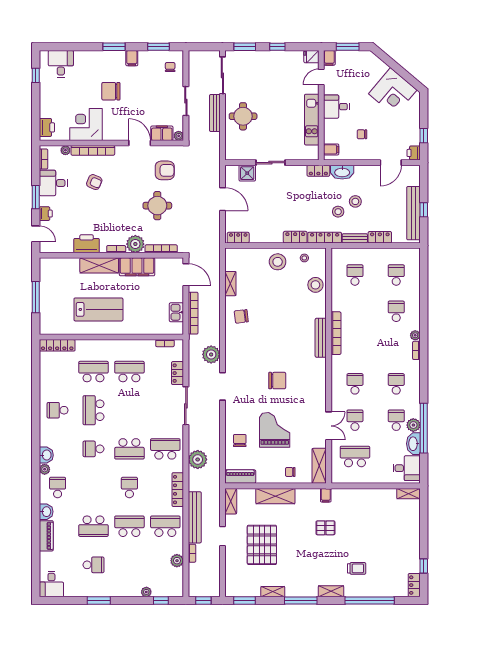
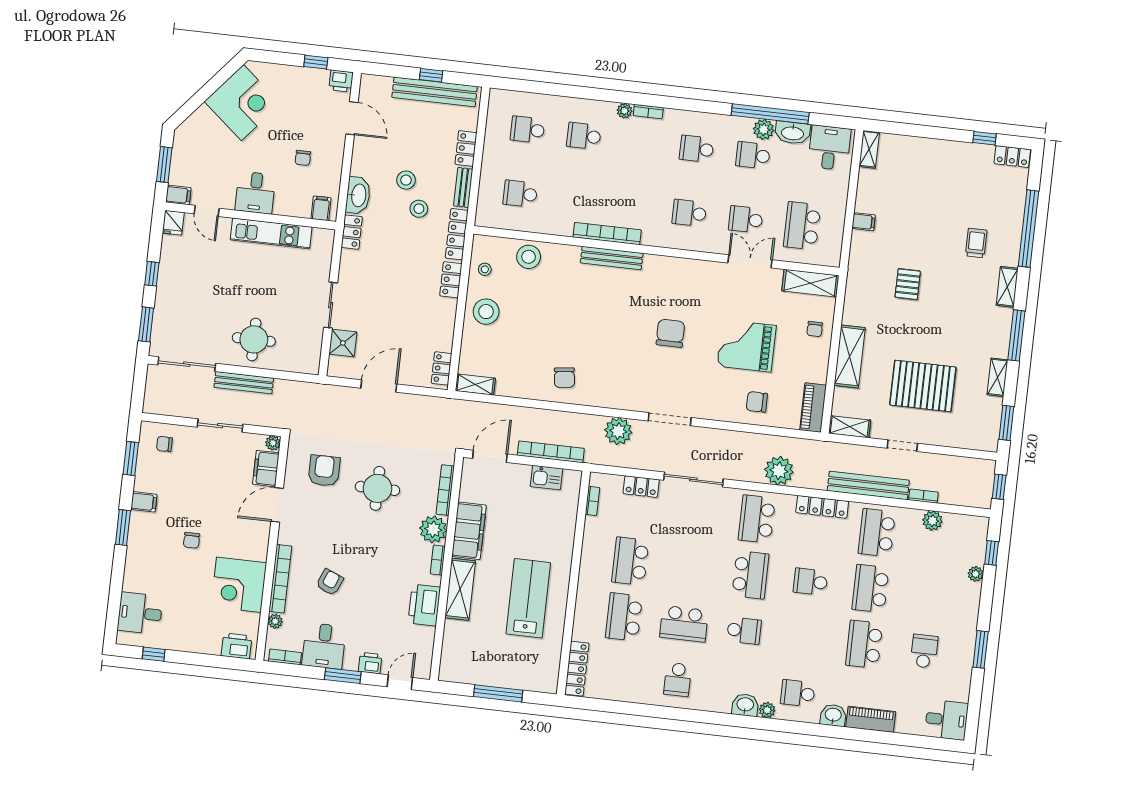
chair: (111, 91) -> (192, 540), width x0.54, depth x0.54
shelving: (230, 284) -> (475, 385), moved
school desk: (93, 449) -> (744, 631), turned -90
filing cabinet: (326, 495) -> (864, 222), moved
school desk: (93, 526) -> (864, 644), turned 180

